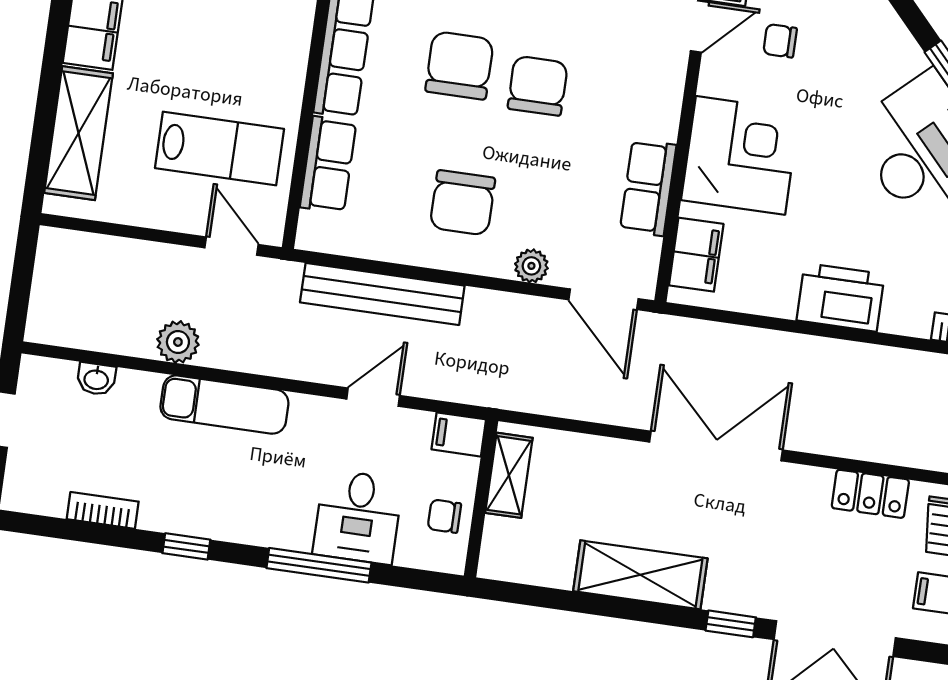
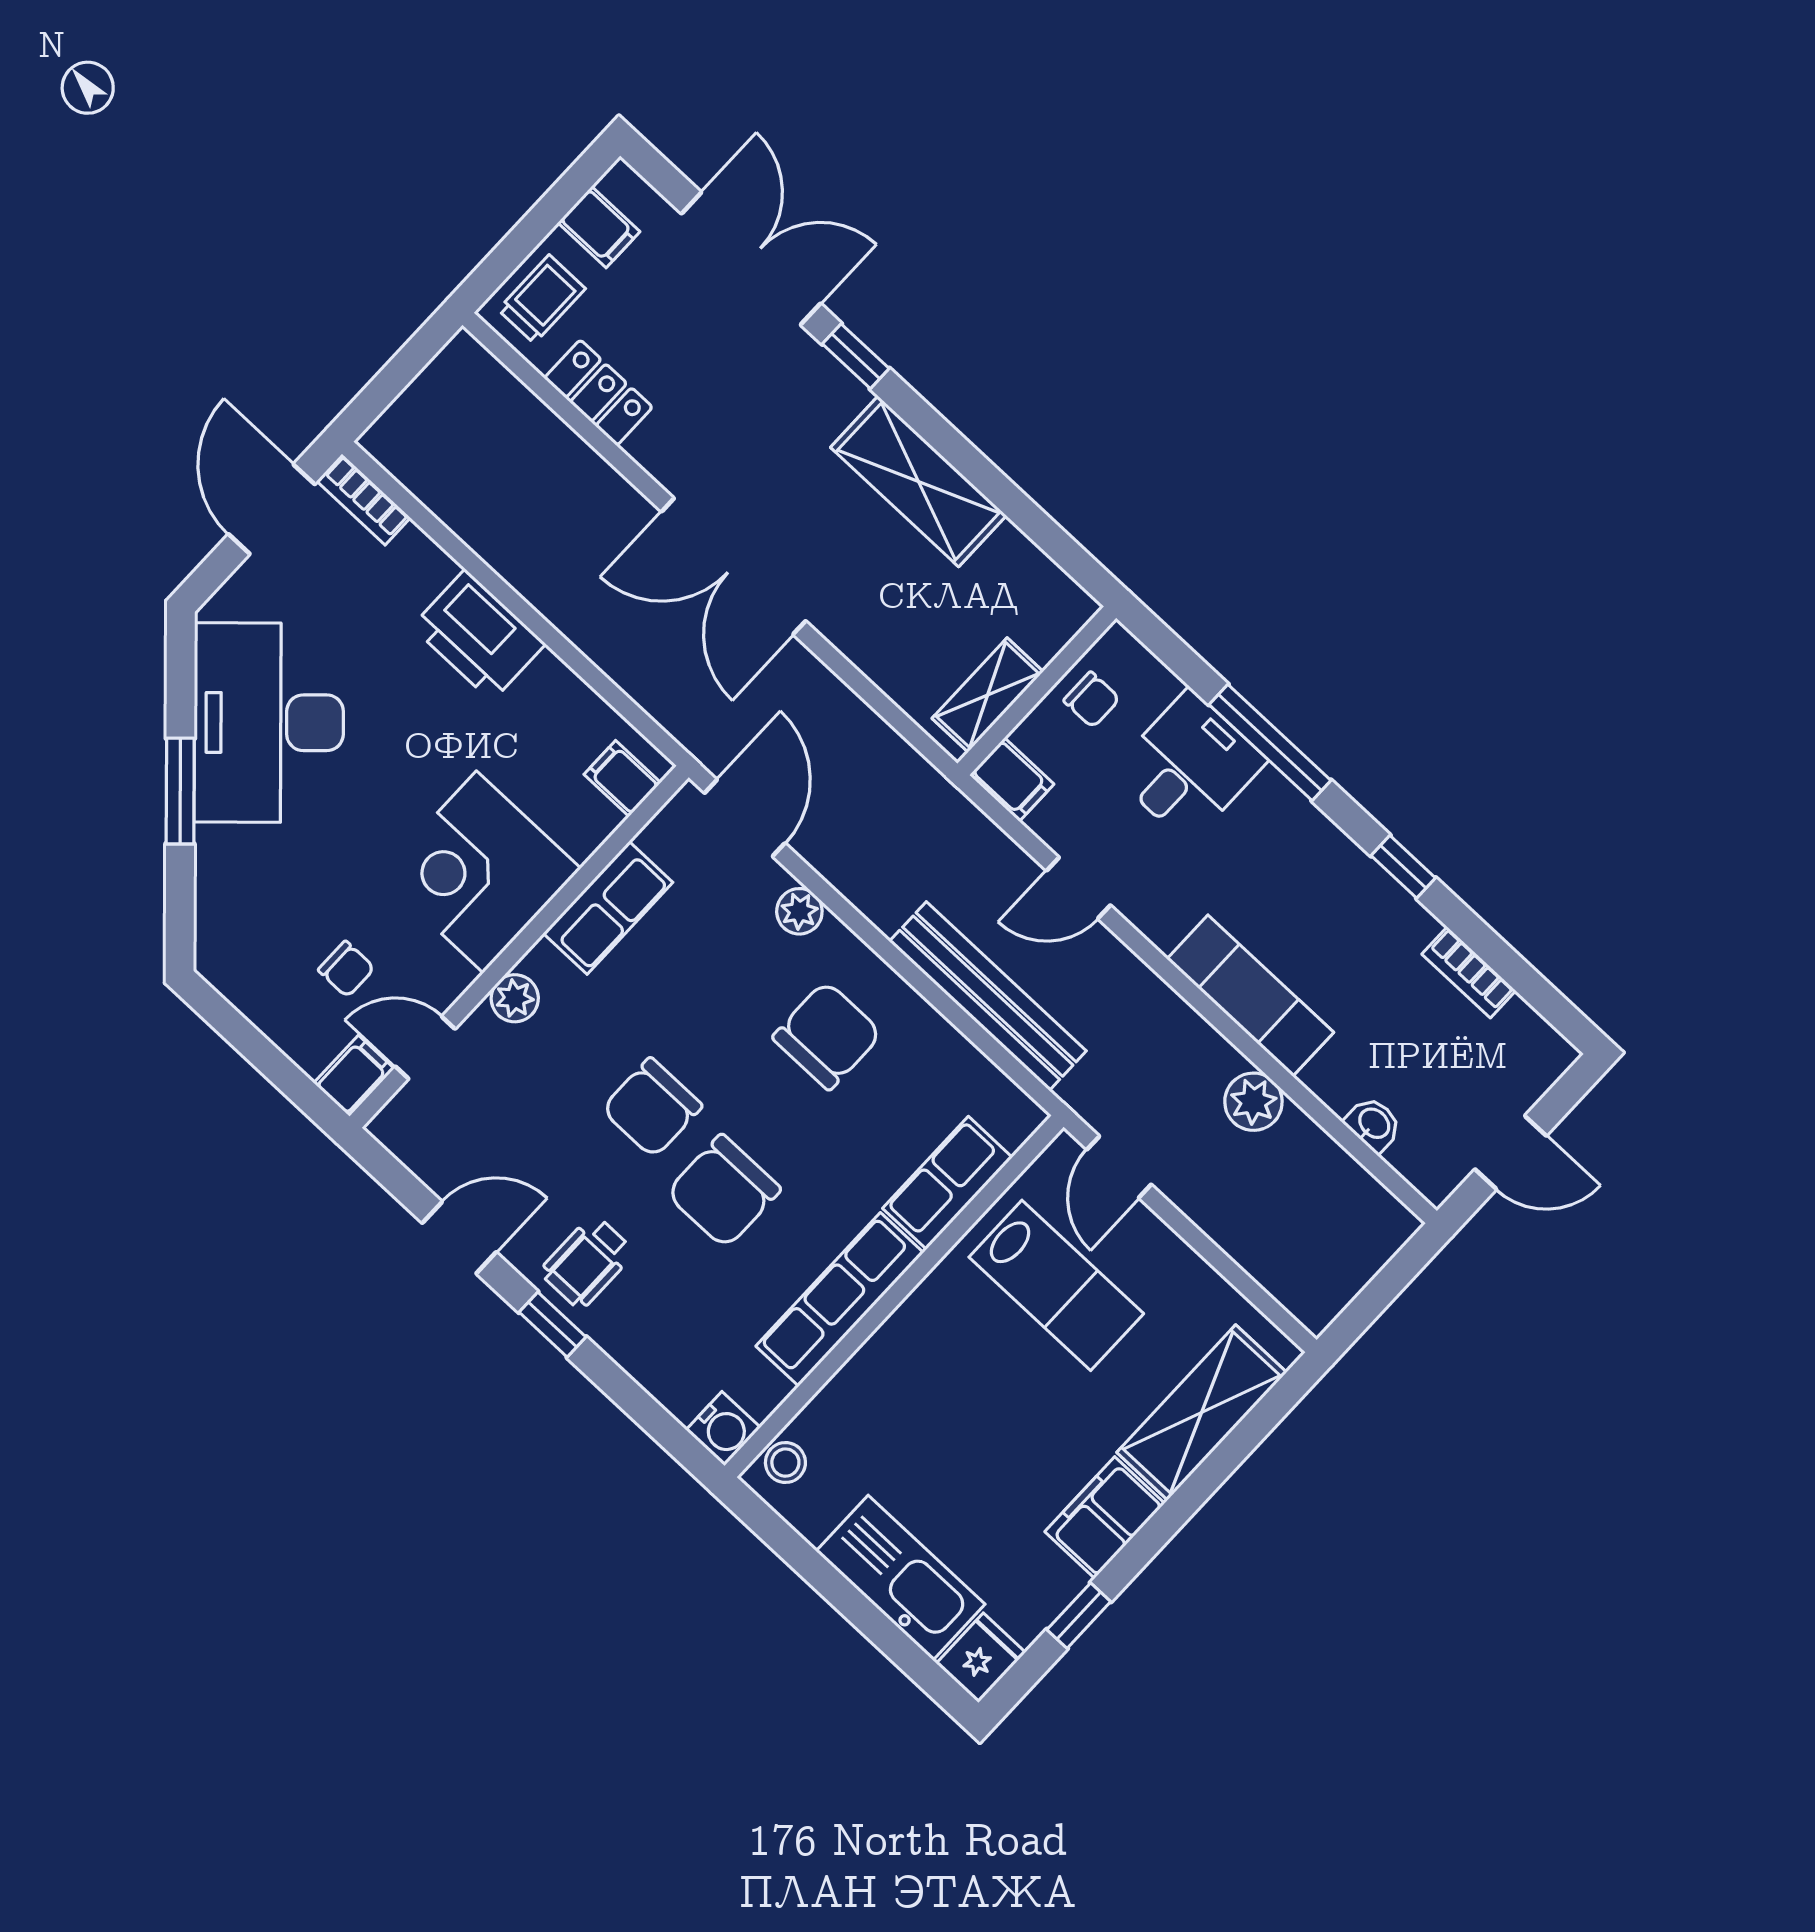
plant: (666, 94) -> (515, 998), added
lab bench: (219, 149) -> (1056, 1285), turned 180
filing cabinet: (696, 255) -> (622, 778), width x0.50

